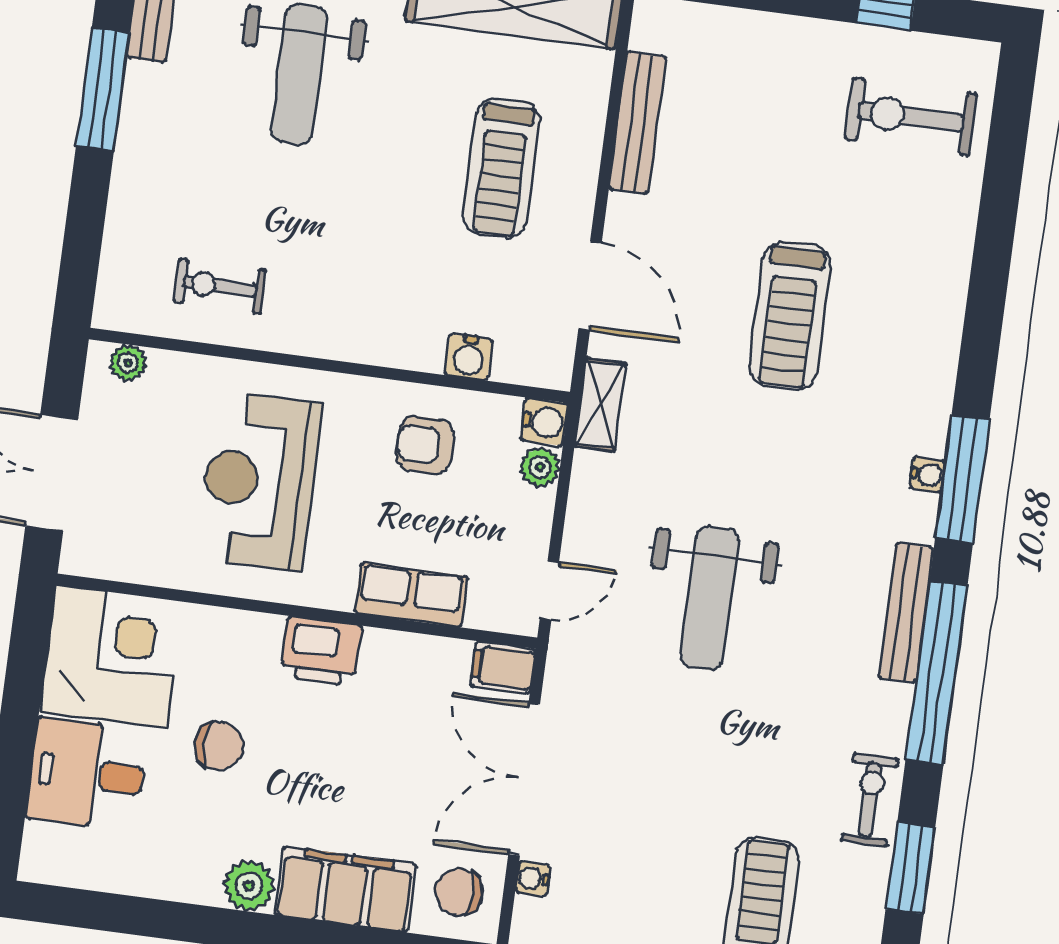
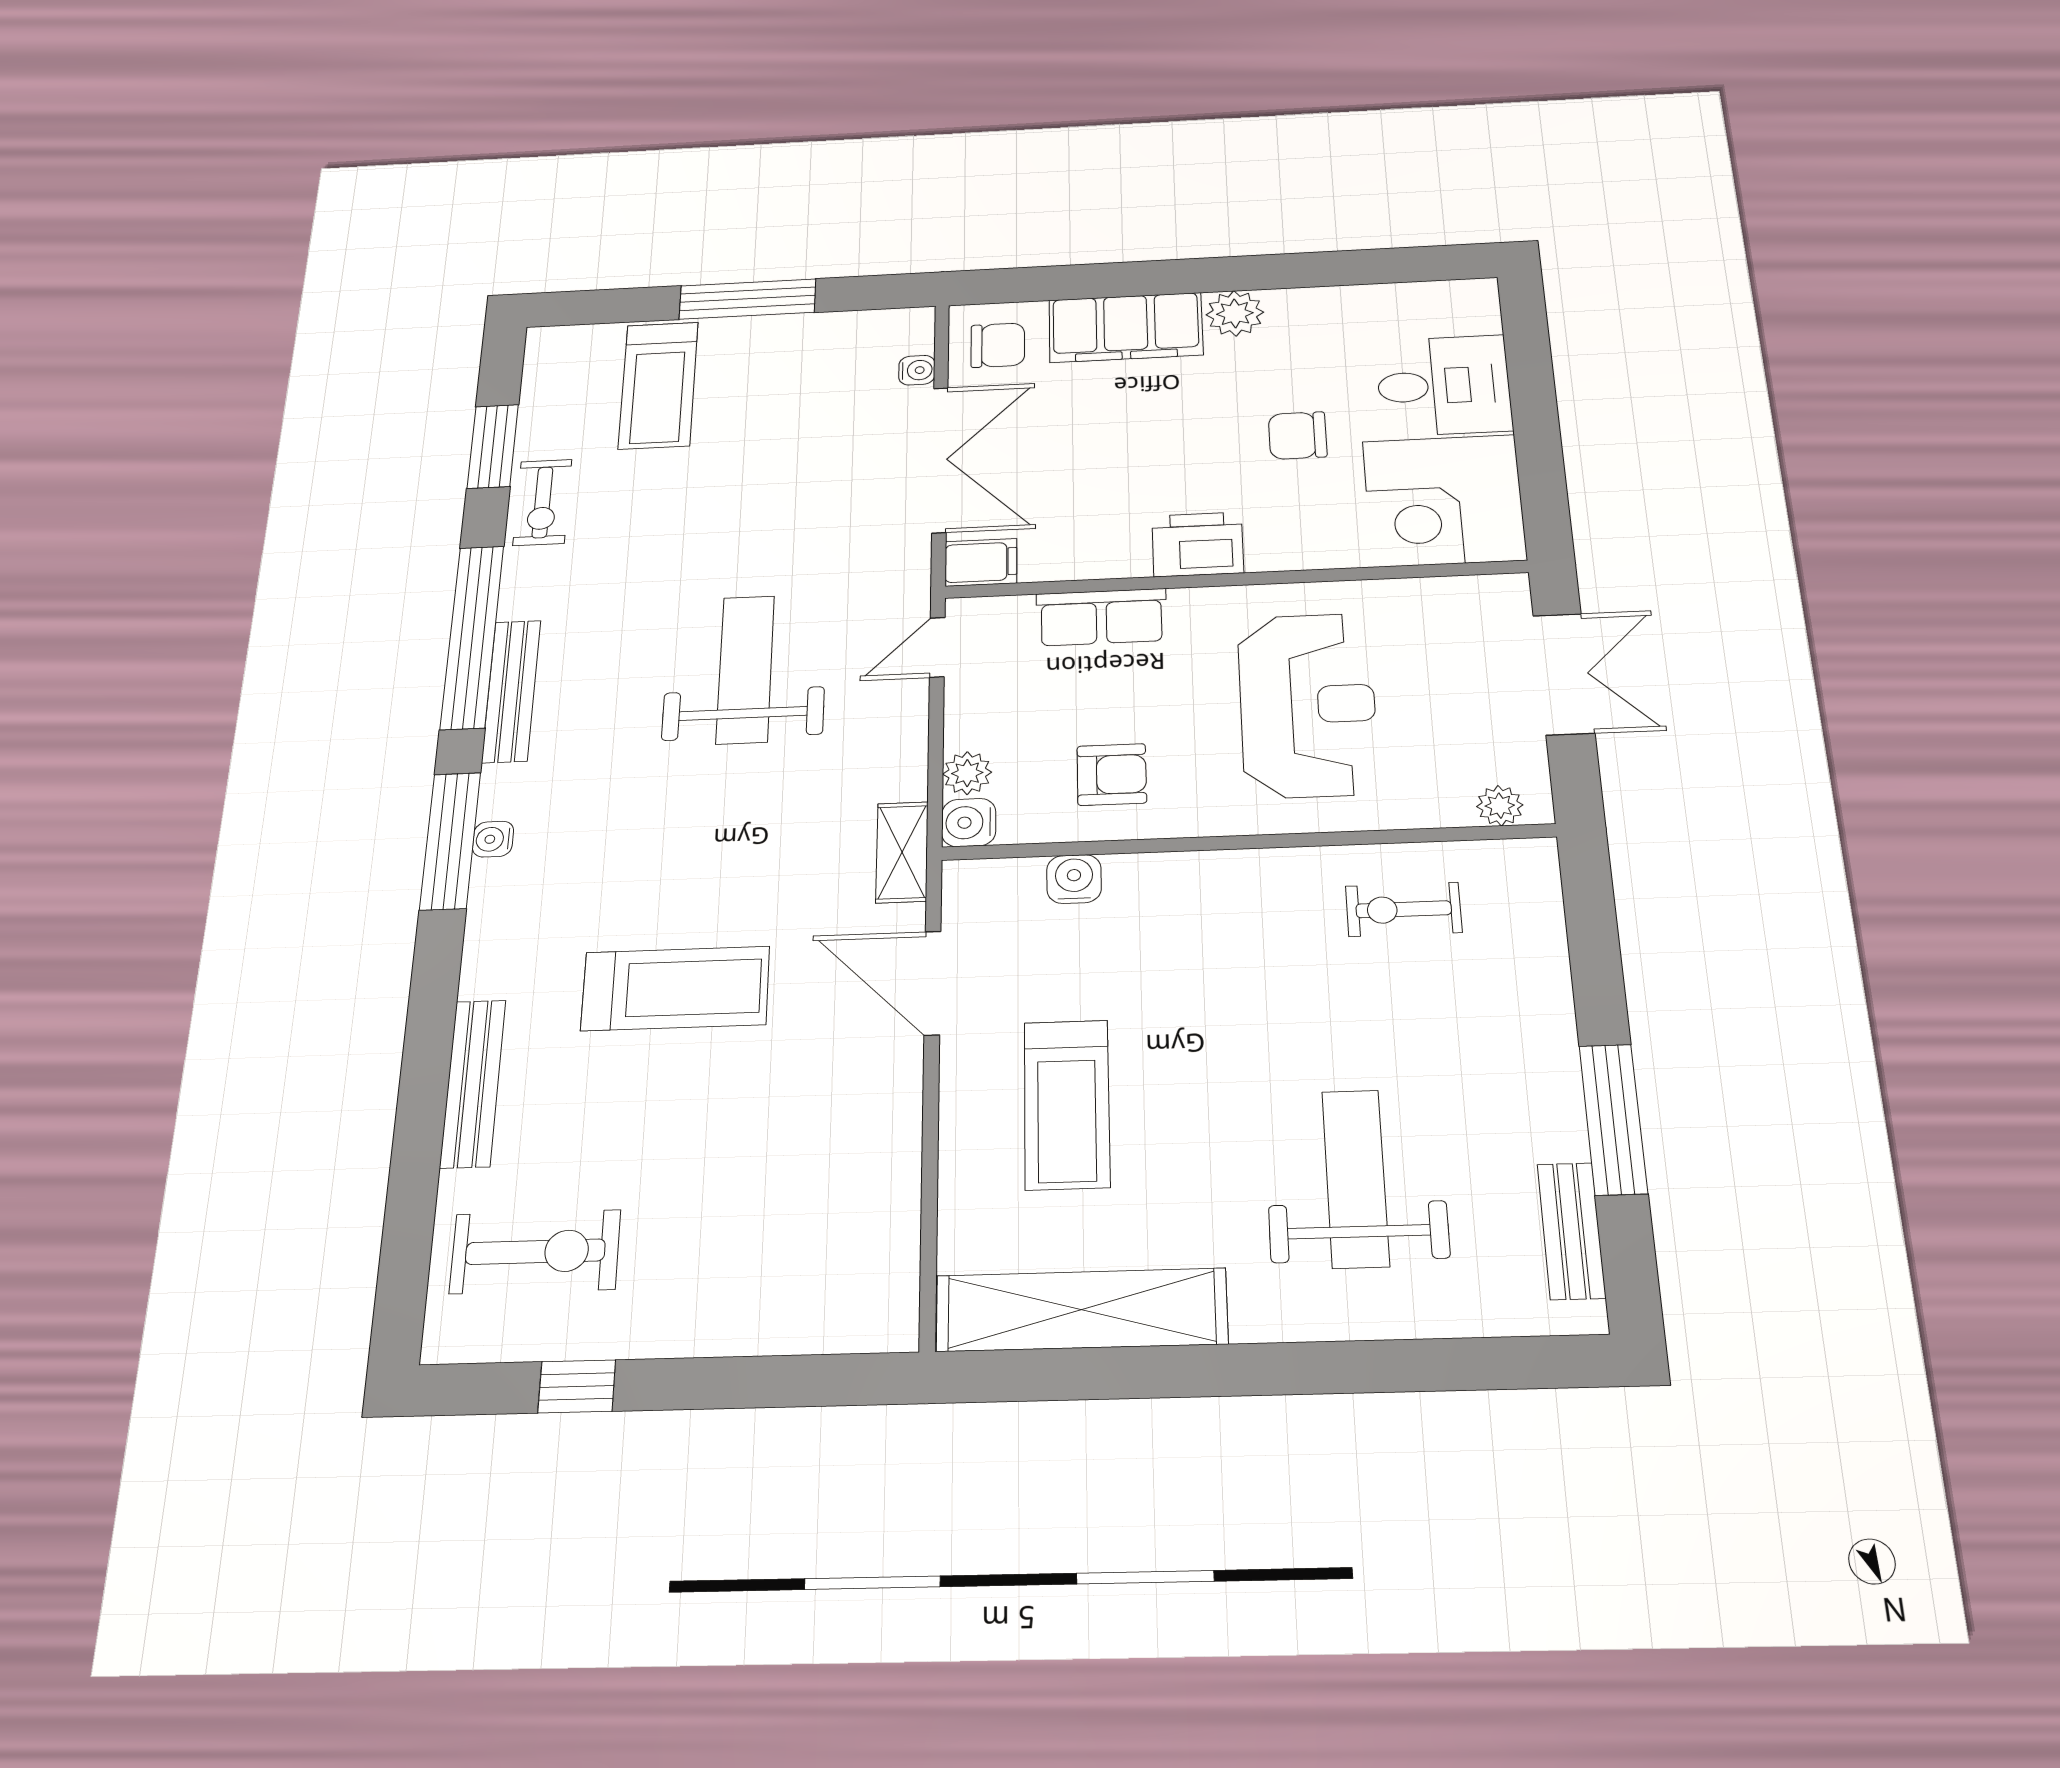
bench: (637, 123) -> (473, 1083), moved
treadmill: (502, 168) -> (1067, 1104), turned 180
exercise bike: (220, 286) -> (1404, 909), turned 180
treadmill: (790, 316) -> (675, 988), turned 90

